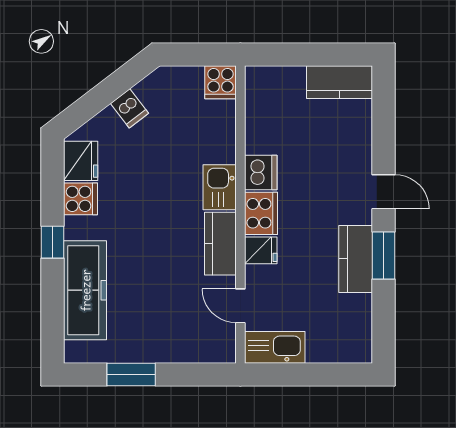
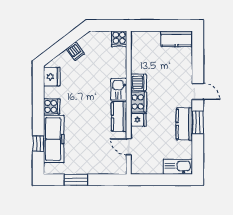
cooker: (81, 199) -> (52, 106), moved
window: (53, 242) -> (38, 144), moved
kitchen sink: (275, 347) -> (178, 167), moved

